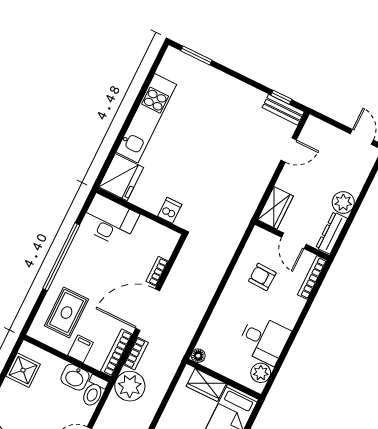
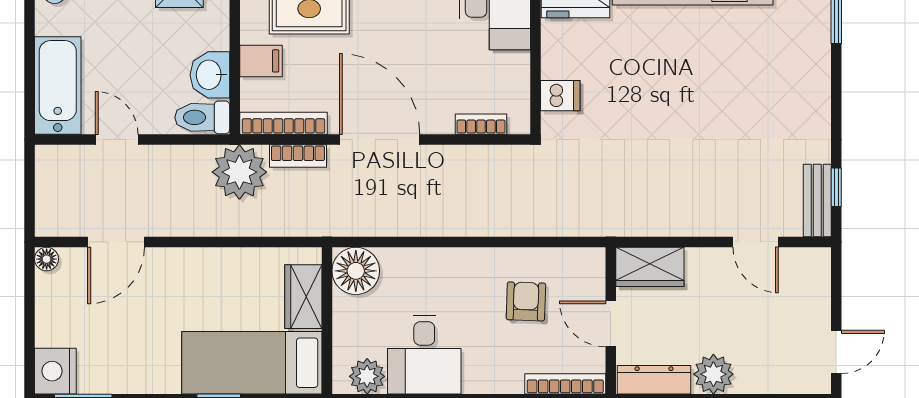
door: (294, 241) -> (611, 324), hinge flipped
bookcase: (157, 271) -> (481, 124), moved
floor lamp: (198, 356) -> (356, 271), width x1.89, depth x1.89

